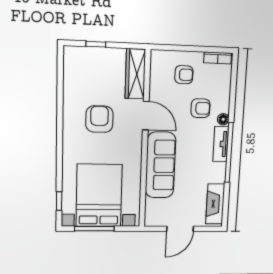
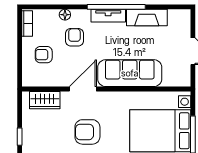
wardrobe: (135, 74) -> (45, 100), width x0.67
armchair: (184, 75) -> (44, 55), turned -90
floor lamp: (223, 119) -> (65, 15), moved
fireplace: (215, 204) -> (147, 17), moved

